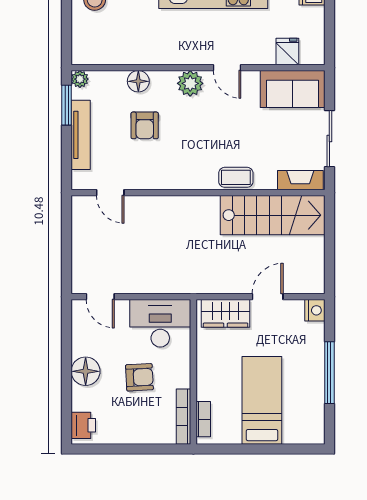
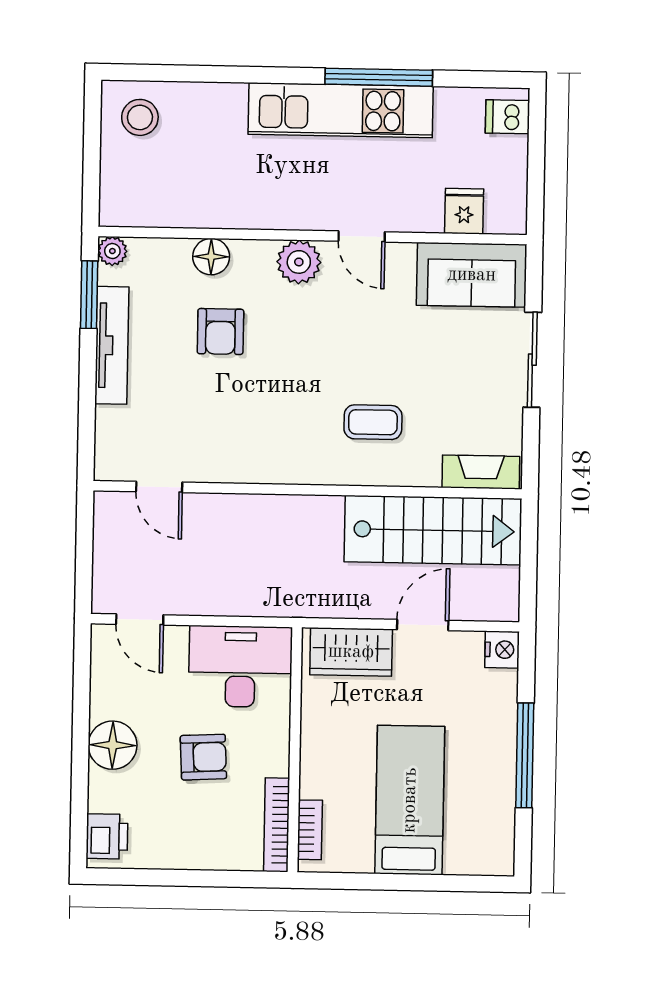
fireplace: (300, 180) -> (481, 472), moved
door: (110, 193) -> (159, 487), moved
wall: (198, 193) -> (308, 490), moved
stairs: (273, 215) -> (433, 530), moved

